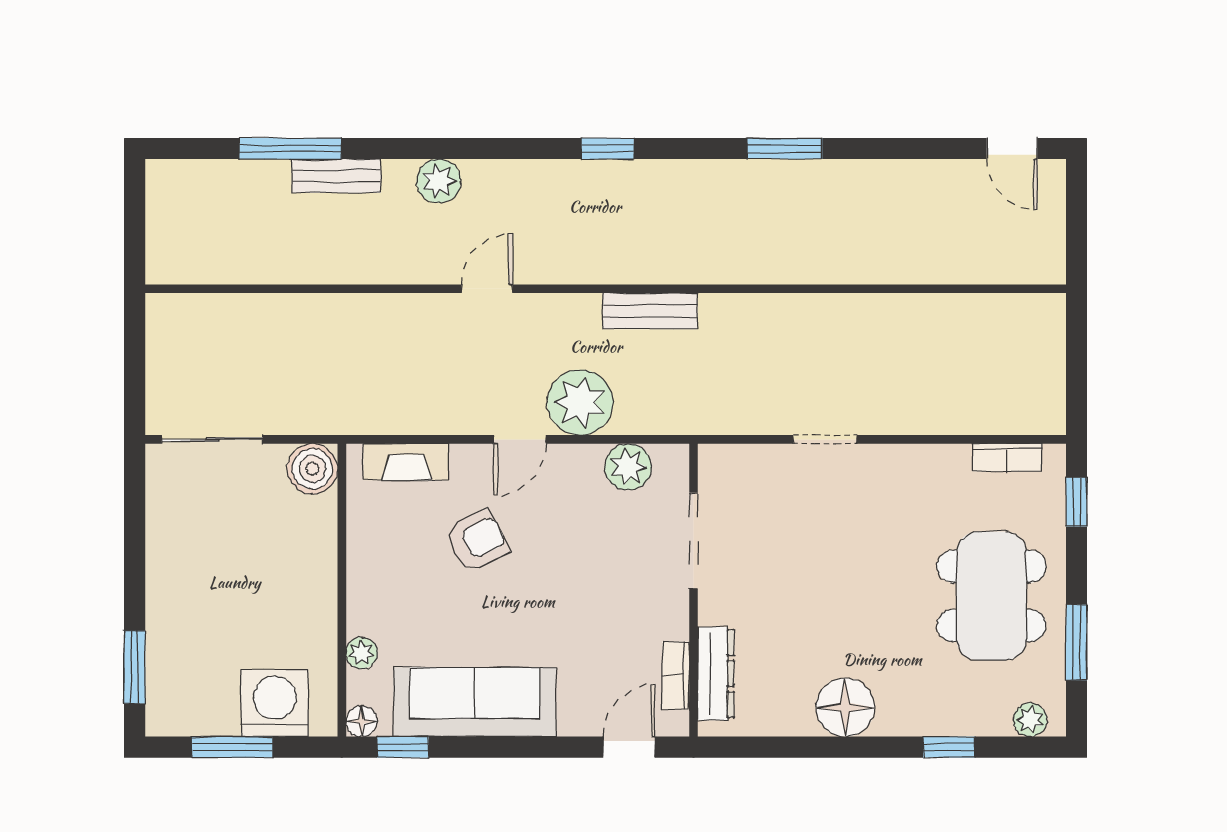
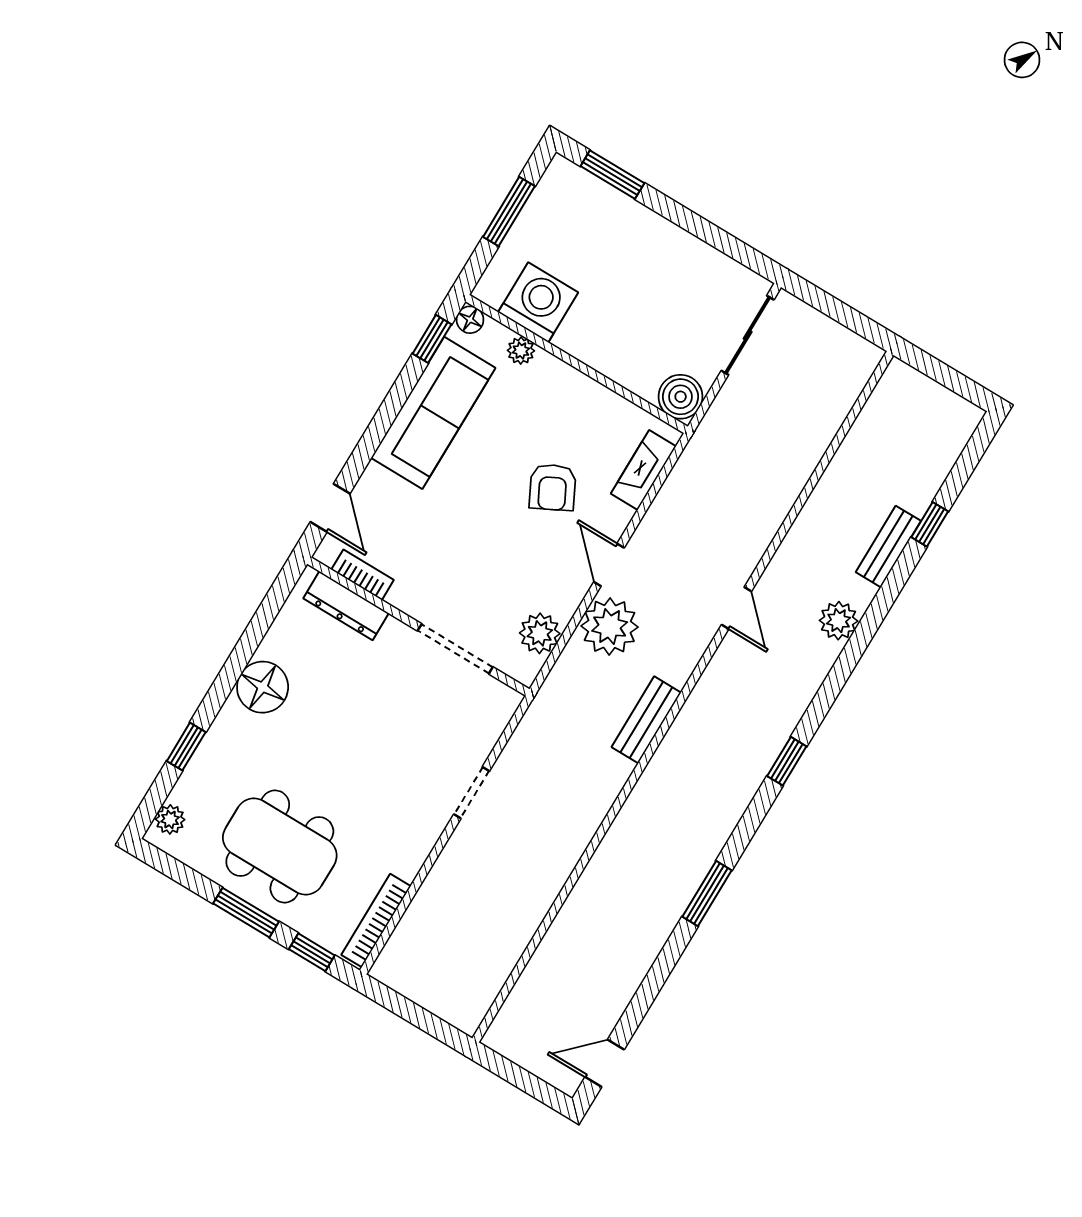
window: (290, 149) -> (930, 524), width x0.46
bookcase: (1007, 458) -> (376, 920), width x1.56
window: (1076, 642) -> (246, 913), moved
washing machine: (275, 703) -> (538, 302), moved, turned -90

